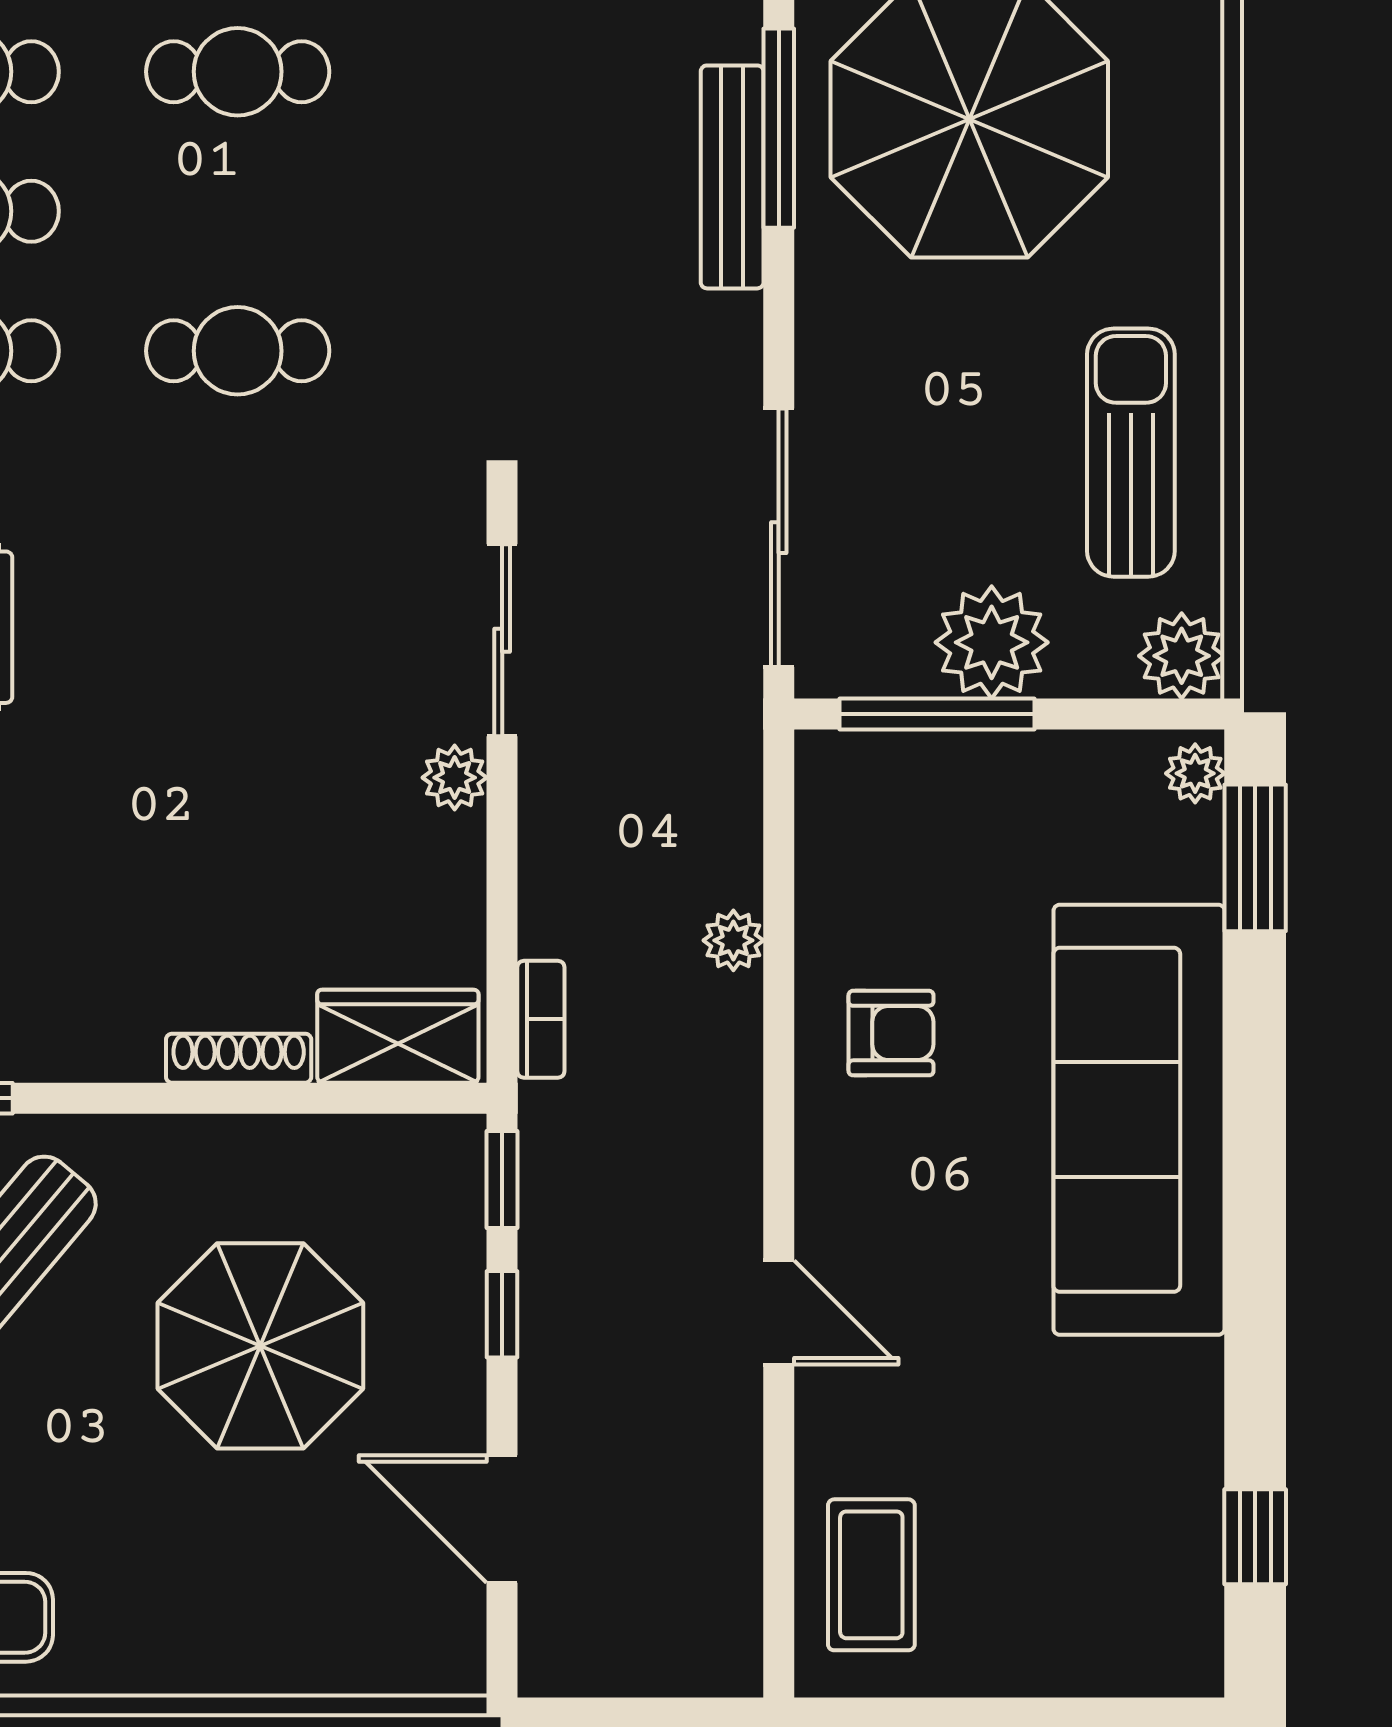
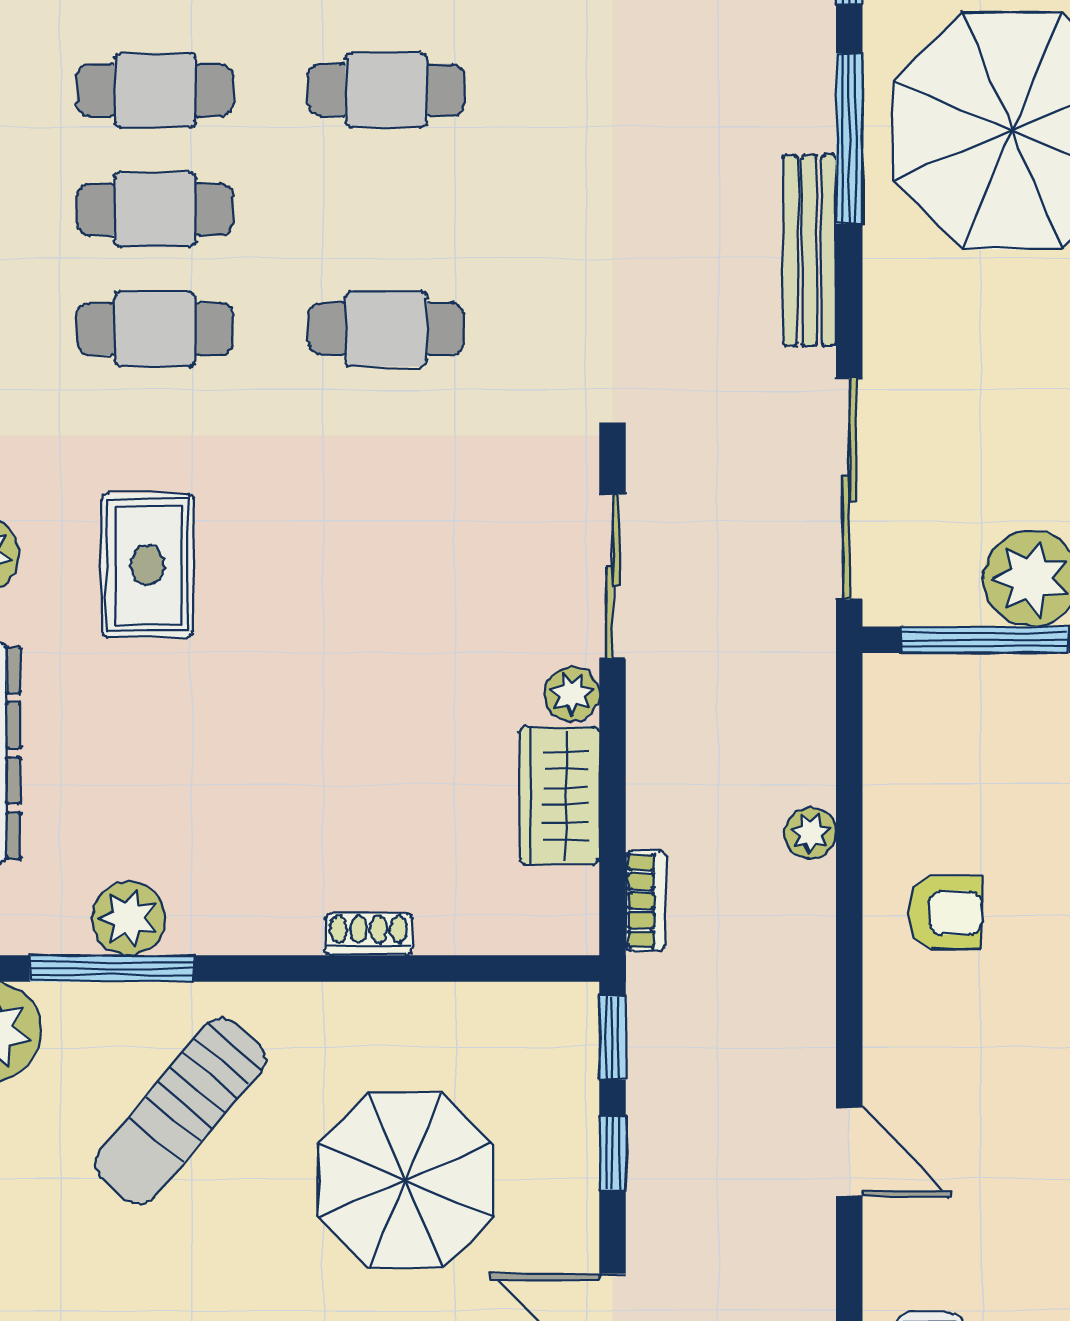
bench: (732, 177) -> (809, 250), moved
wardrobe: (398, 1036) -> (559, 796), moved, turned -90
shoe rack: (239, 1058) -> (369, 934), width x0.70

